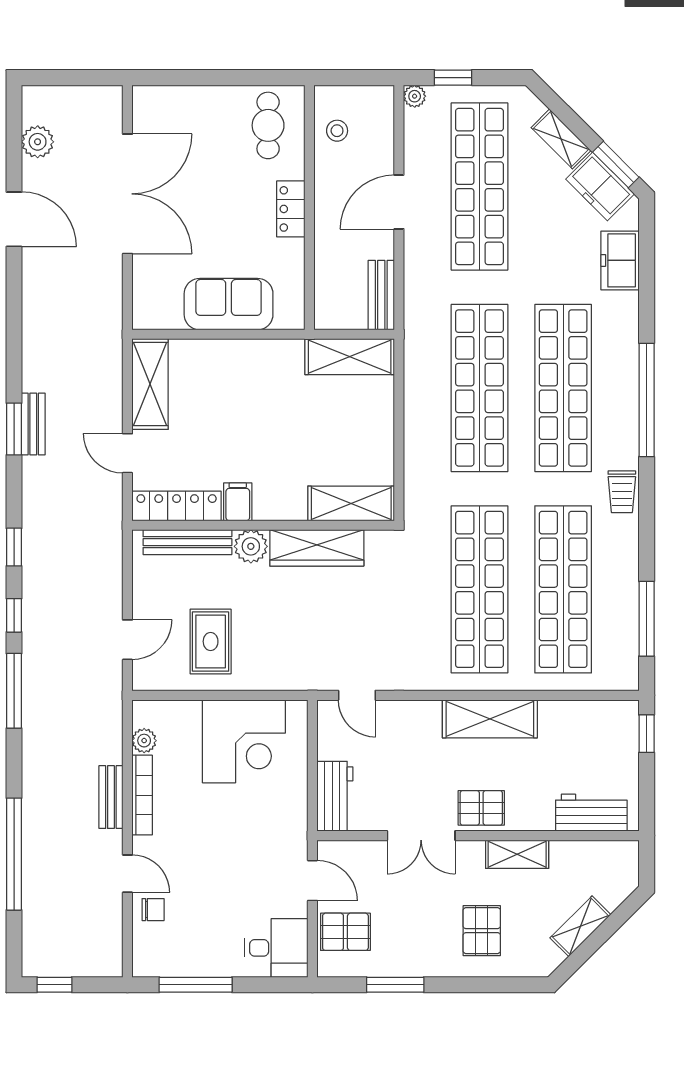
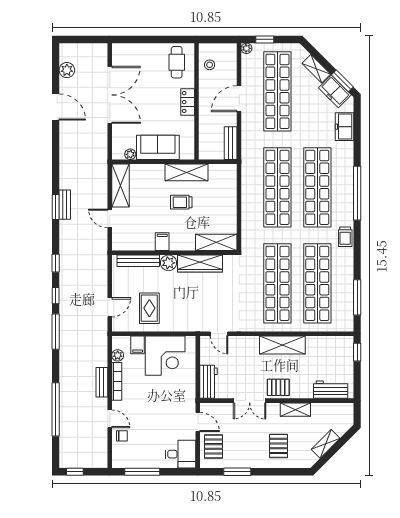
plant: (171, 319) -> (130, 154), added
shelving: (350, 357) -> (187, 172), moved
trolley: (278, 419) -> (181, 202), added
locker: (177, 506) -> (133, 244), removed
filing cabinet: (186, 719) -> (138, 345), added
pallet: (345, 932) -> (214, 446), turned 90

